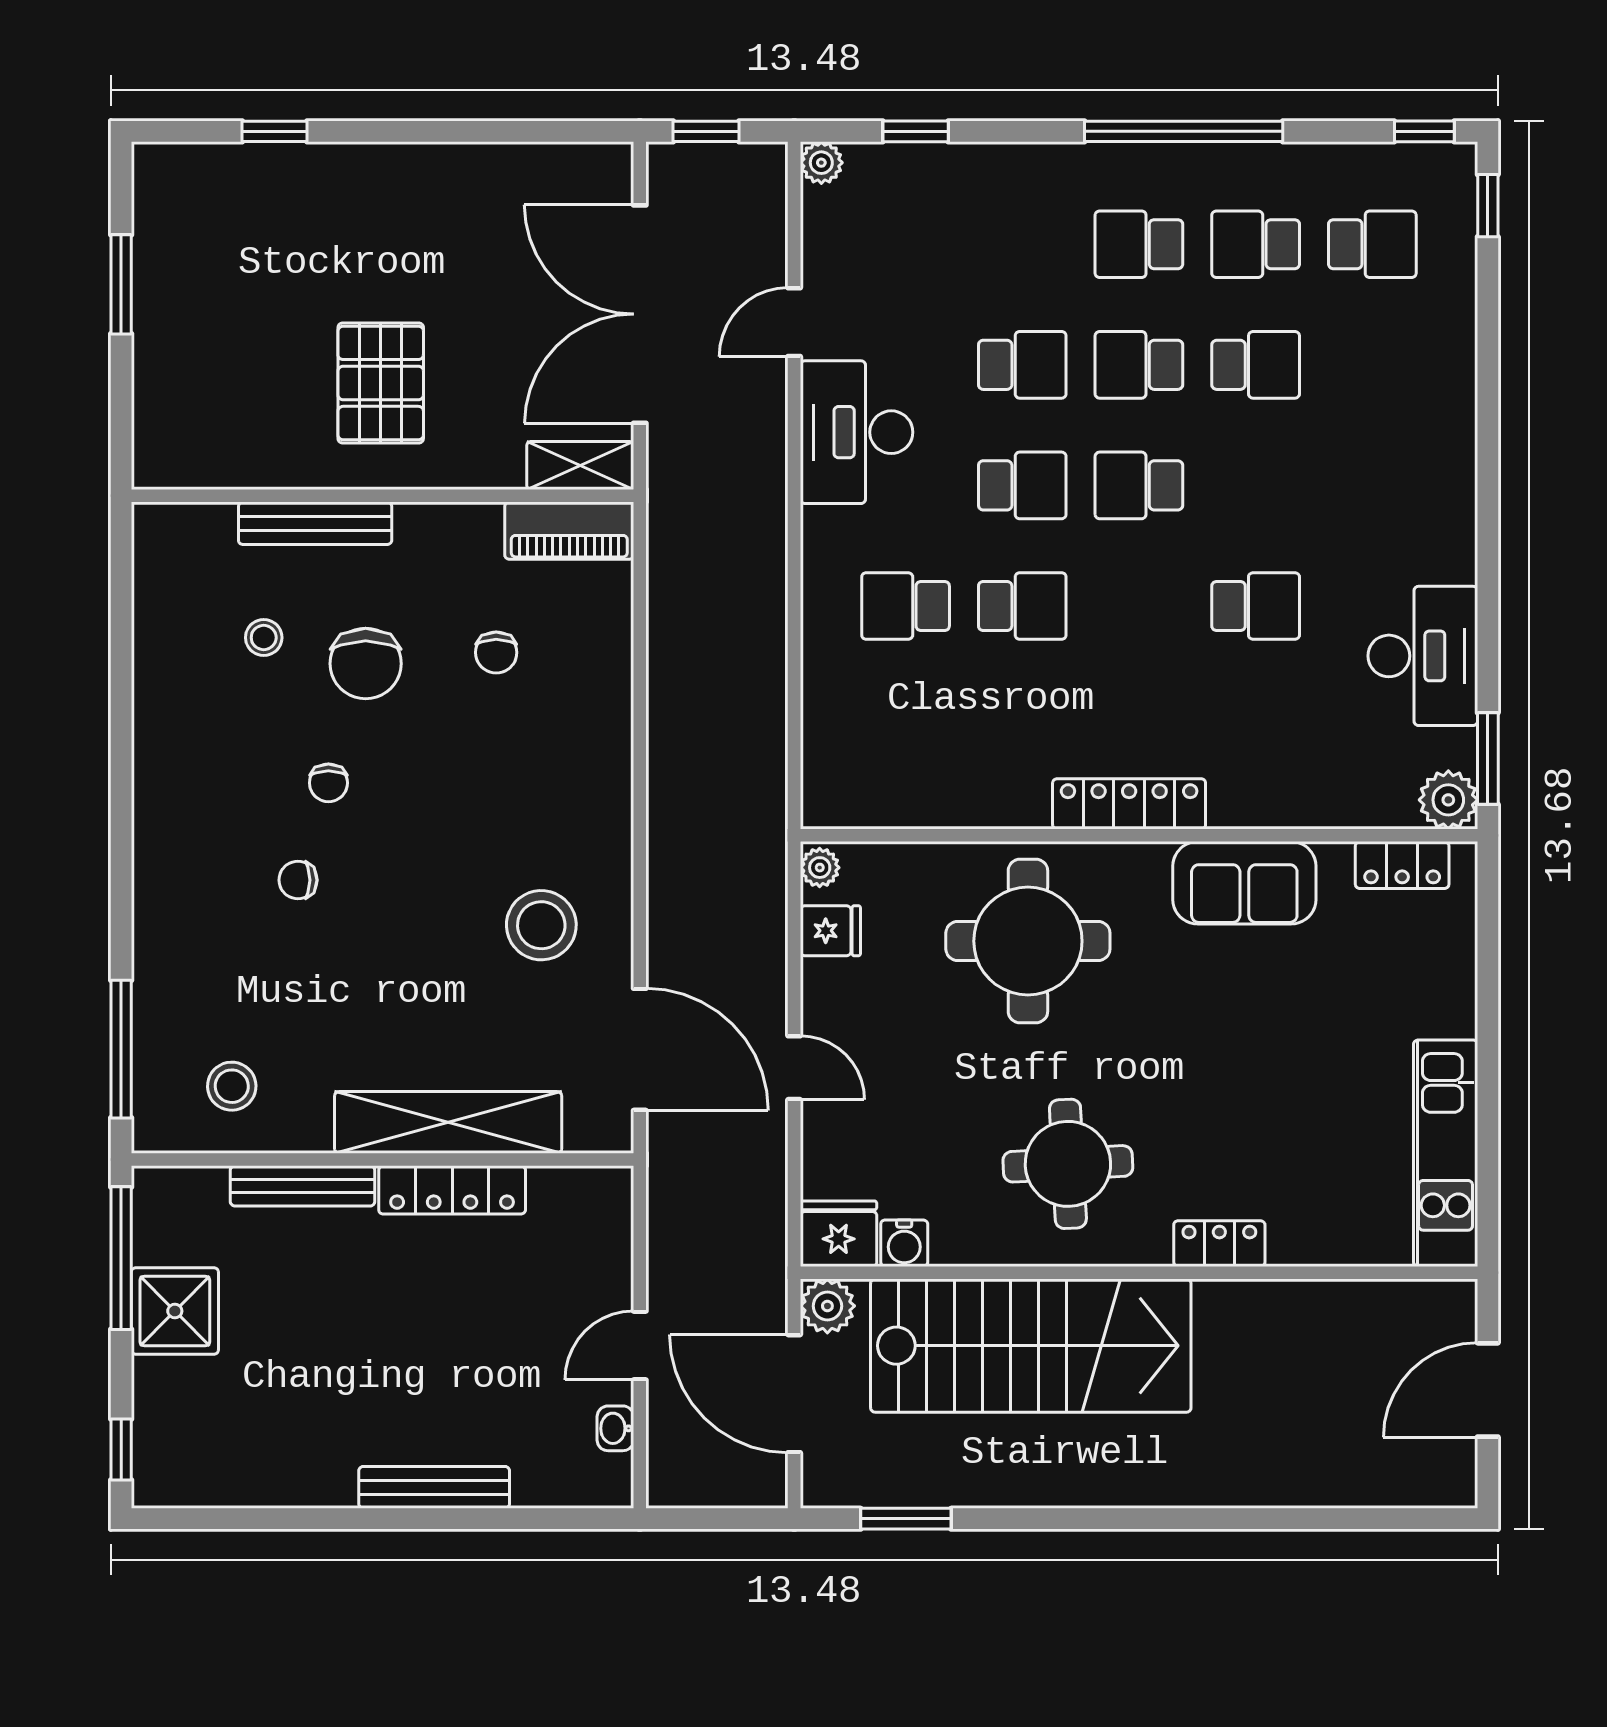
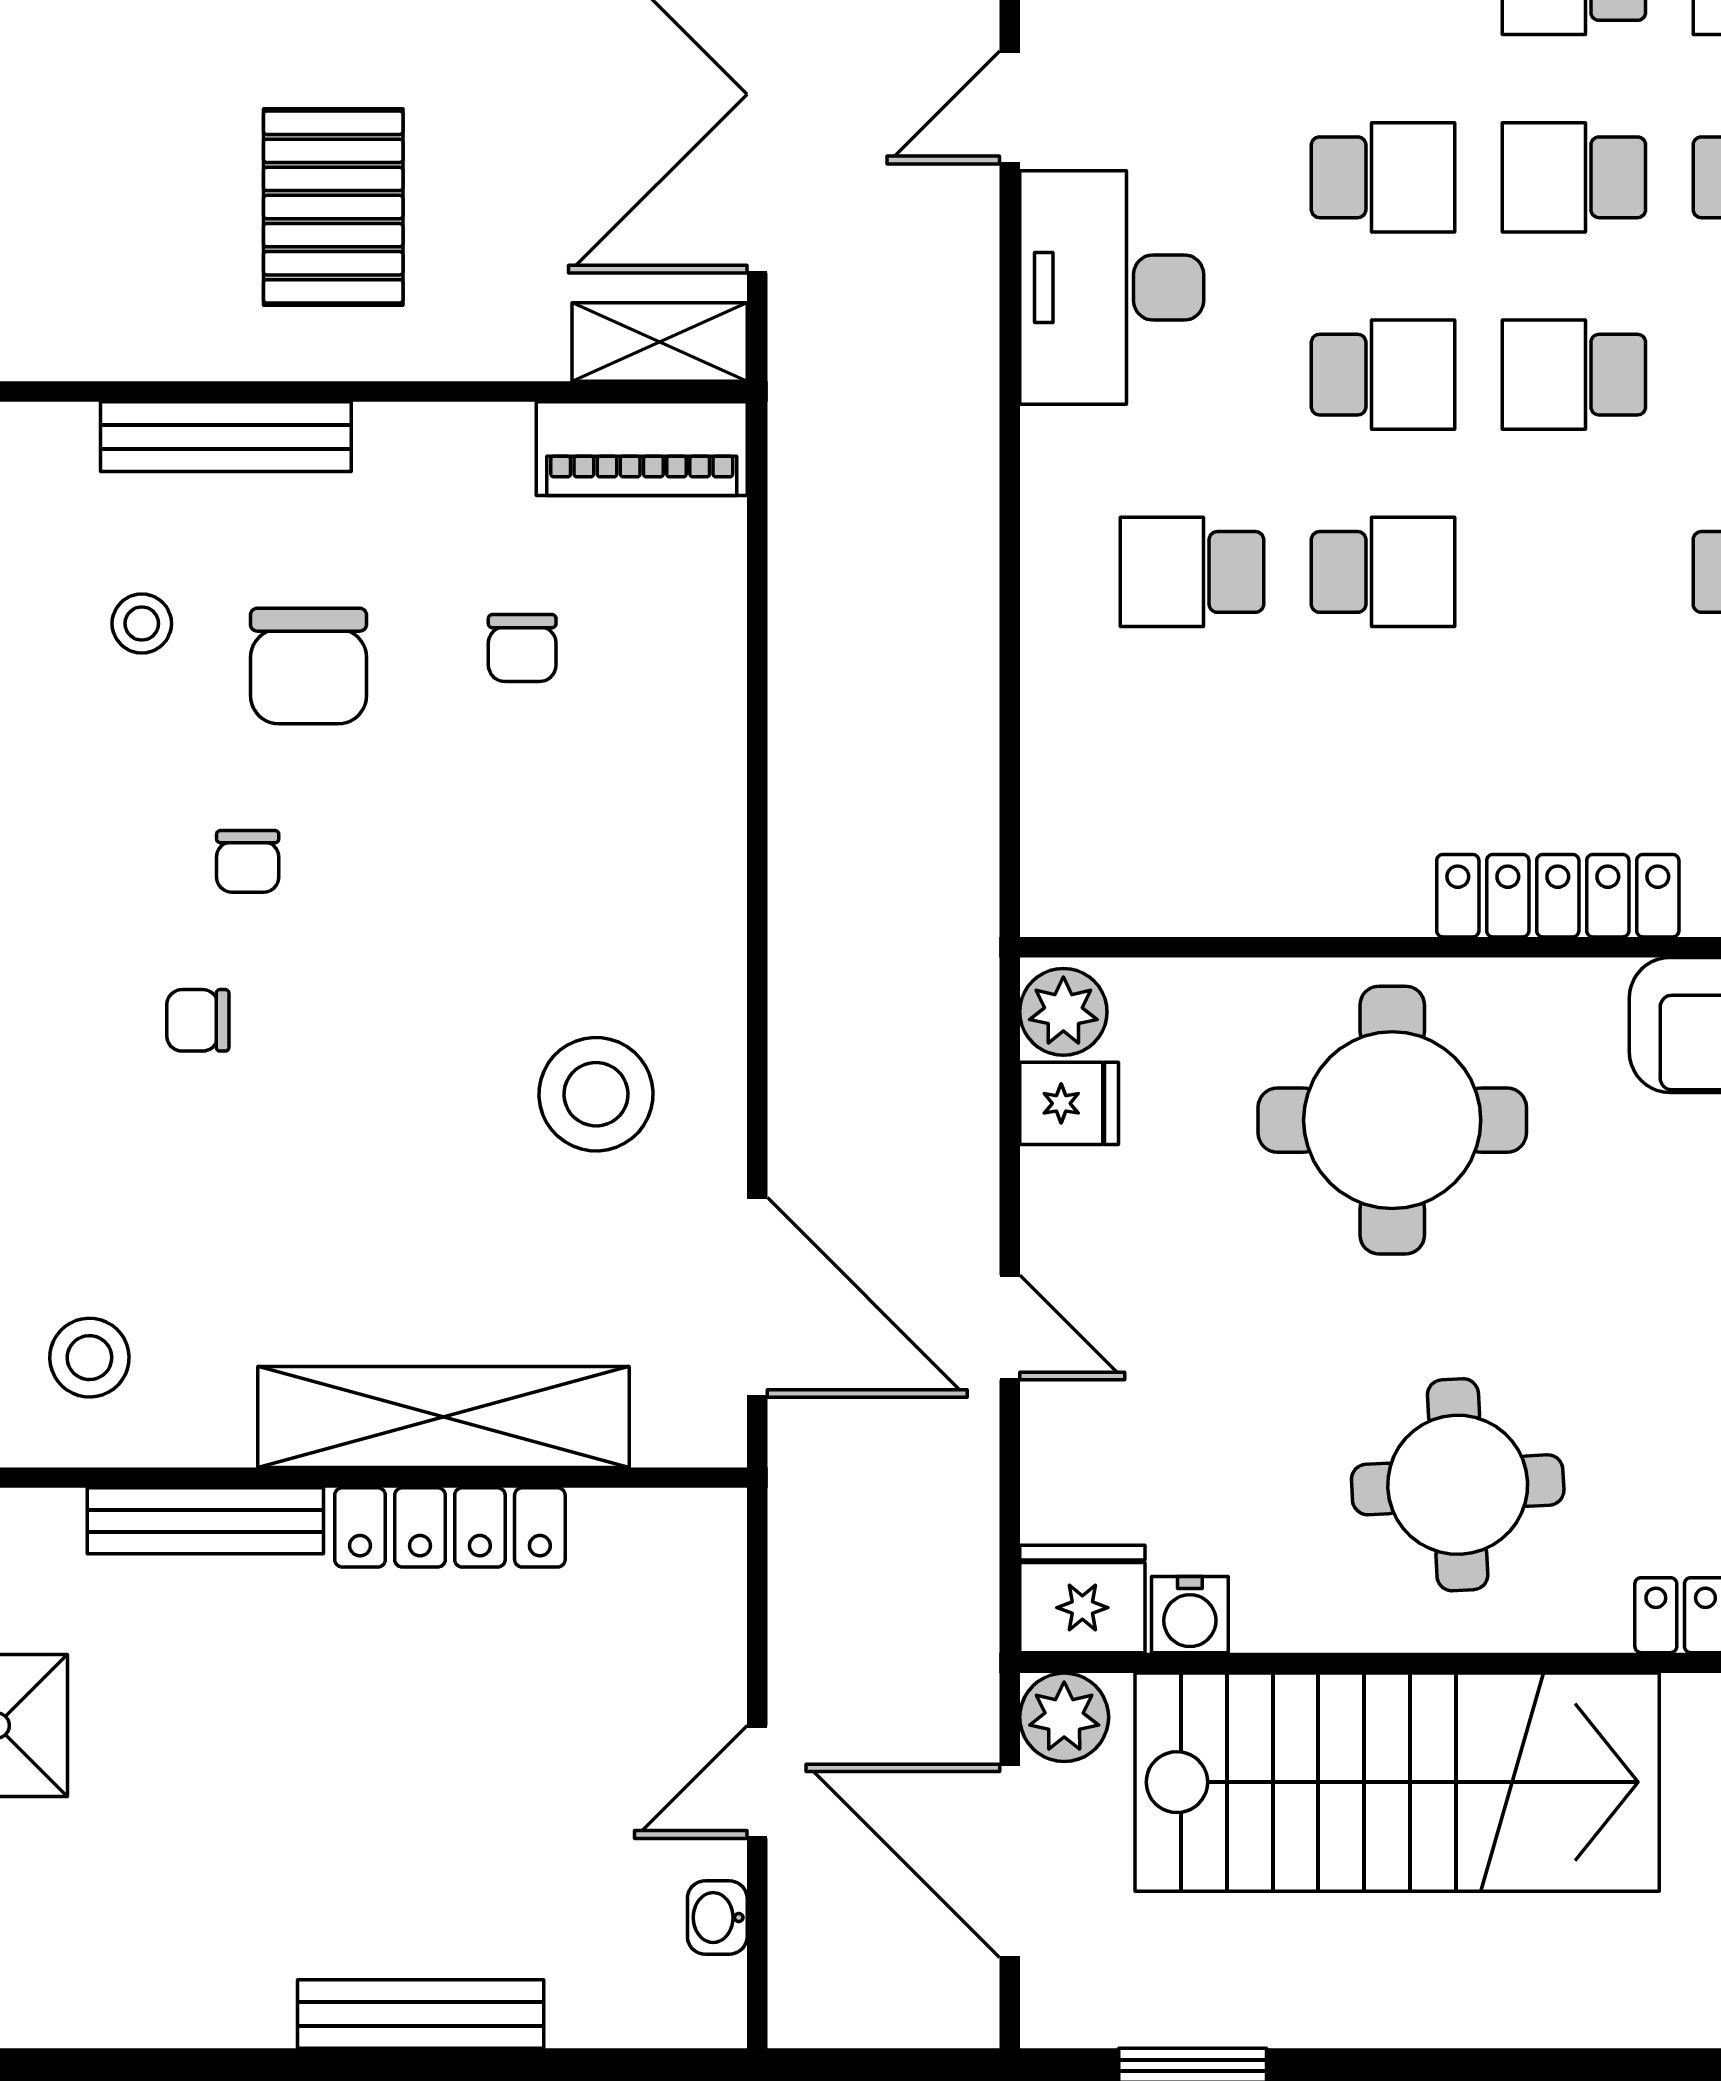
plant: (820, 868) -> (1063, 1012), width x1.38, depth x1.38

